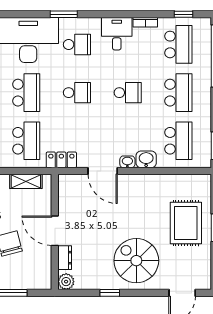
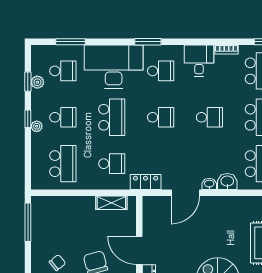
school desk: (26, 141) -> (112, 164), width x0.54
door: (103, 171) -> (185, 193), hinge flipped

